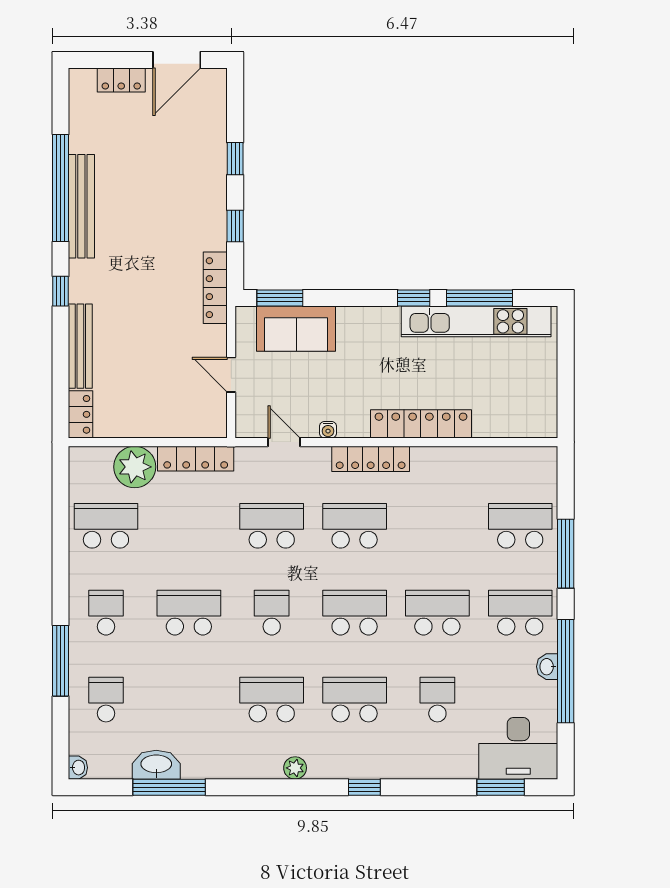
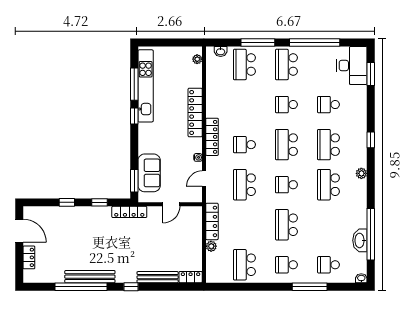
plant: (531, 428) -> (197, 59), added
plant: (135, 467) -> (211, 246), width x0.53, depth x0.53
school desk: (355, 526) -> (244, 145), width x0.54
school desk: (437, 613) -> (286, 105), width x0.54
washbasin: (547, 667) -> (221, 51), moved
window: (169, 787) -> (371, 234), width x1.46

